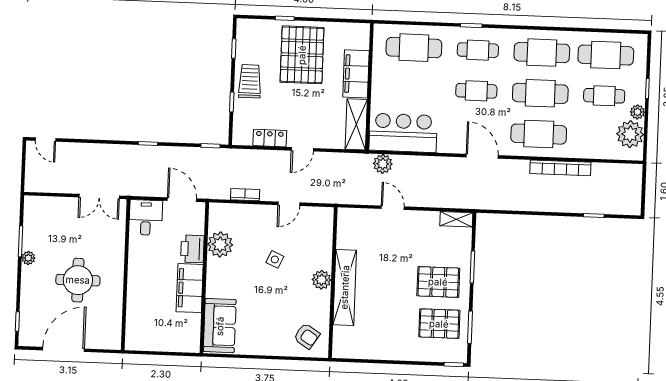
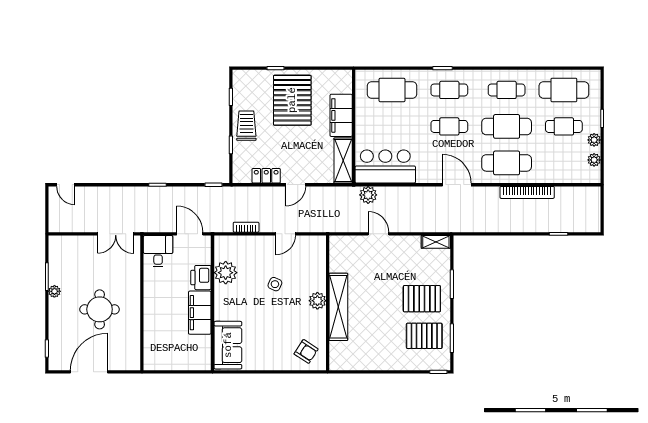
cafe table: (542, 53) -> (507, 90), width x0.73, depth x0.74
plant: (630, 134) -> (594, 160), width x0.53, depth x0.53

